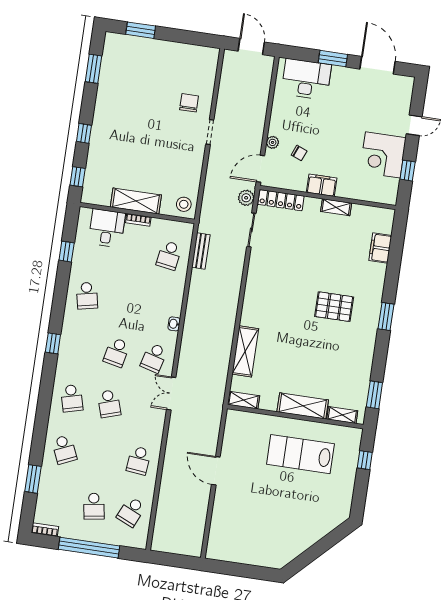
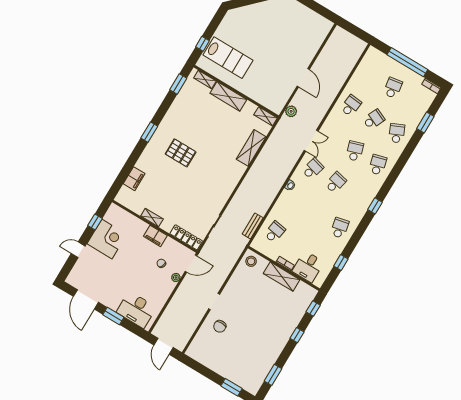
plant: (246, 198) -> (291, 111), moved
lab bench: (300, 454) -> (228, 58), moved
school desk: (131, 512) -> (374, 119), moved

